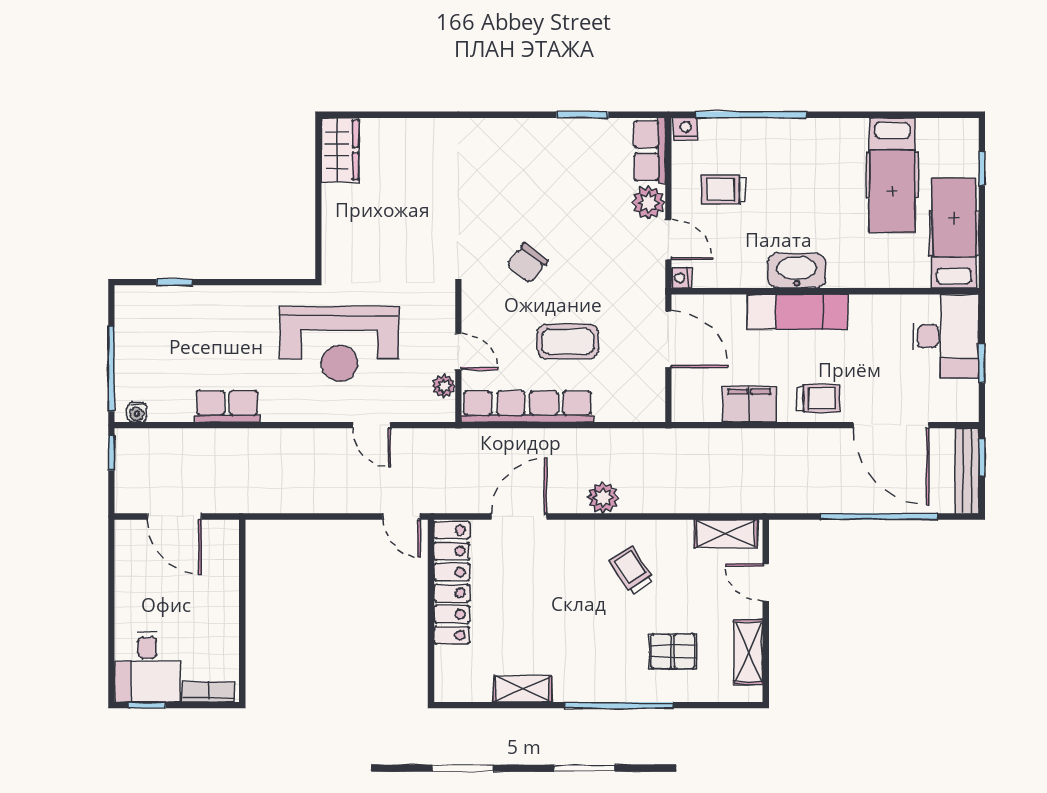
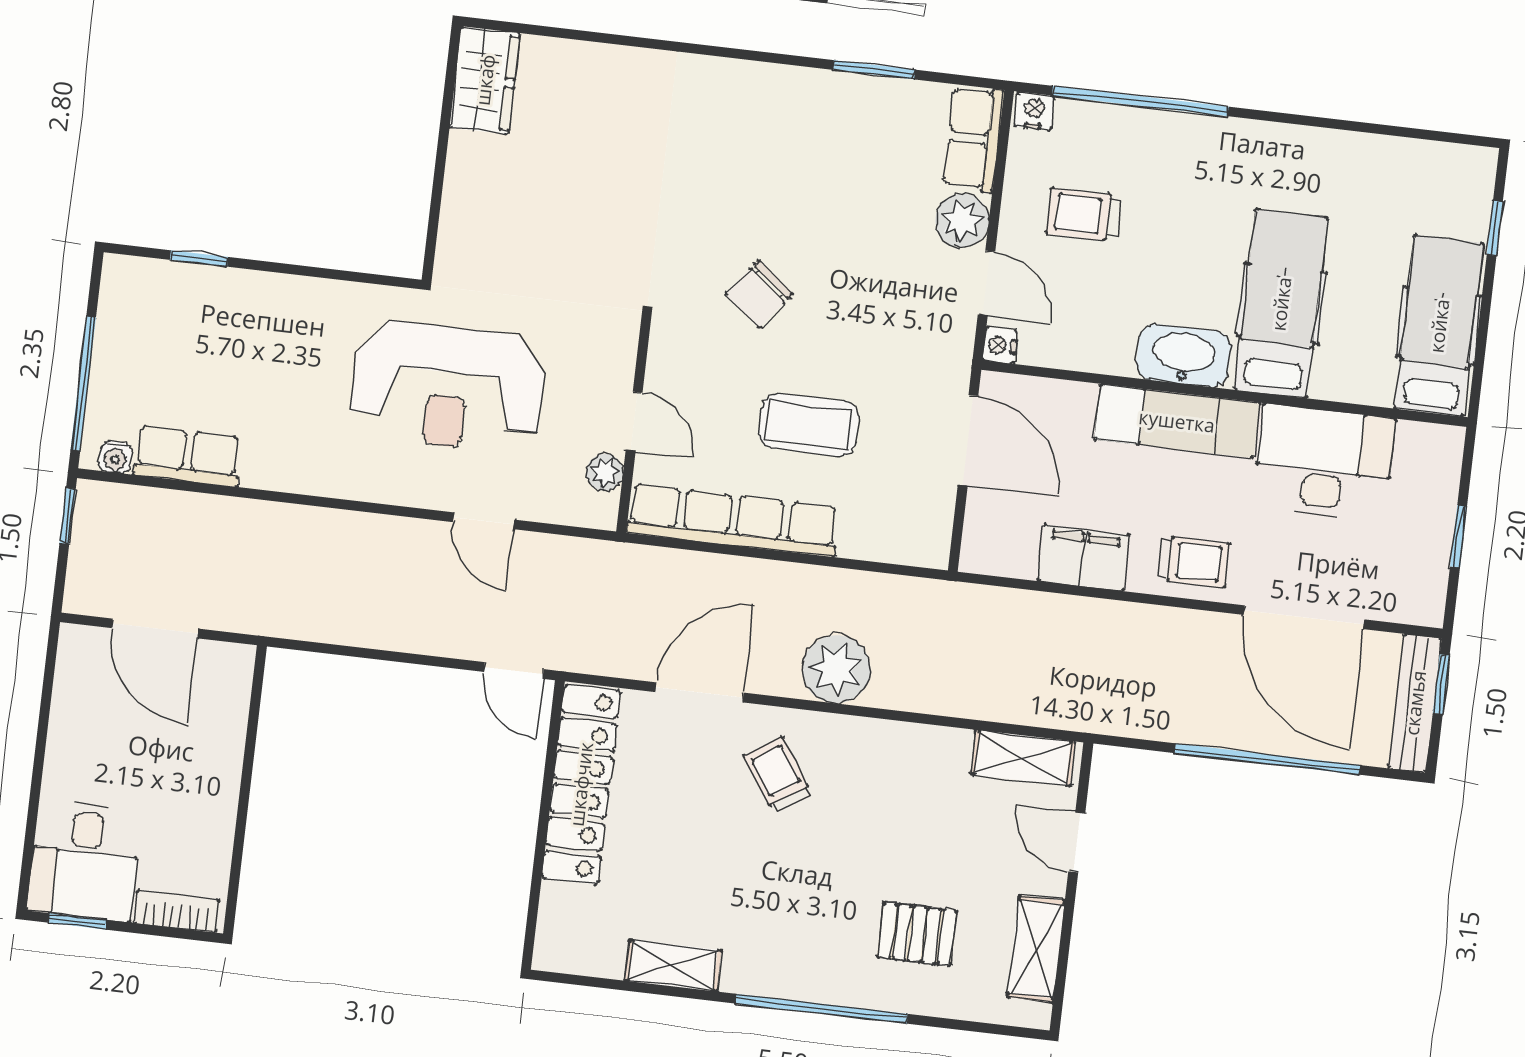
hospital bed: (892, 175) -> (1281, 304), moved, turned 180
desk: (946, 336) -> (1324, 463), moved, turned -90
row of seats: (227, 406) -> (188, 456), moved
plant: (603, 498) -> (836, 669), width x1.36, depth x1.36
trolley: (631, 570) -> (778, 775), moved

